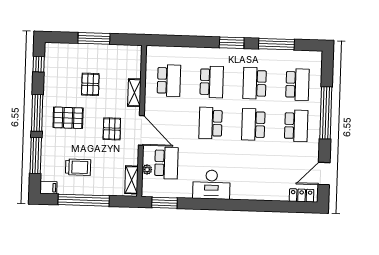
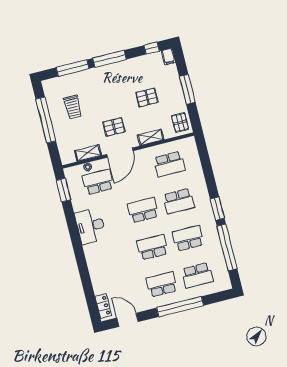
window: (276, 44) -> (227, 247), width x1.46
pallet: (68, 118) -> (180, 122), moved, width x0.67, depth x0.71
school desk: (296, 126) -> (162, 284), turned 180
school desk: (166, 163) -> (98, 182), turned 180
shelving: (132, 180) -> (88, 153), moved
filing cabinet: (48, 188) -> (168, 56), moved

